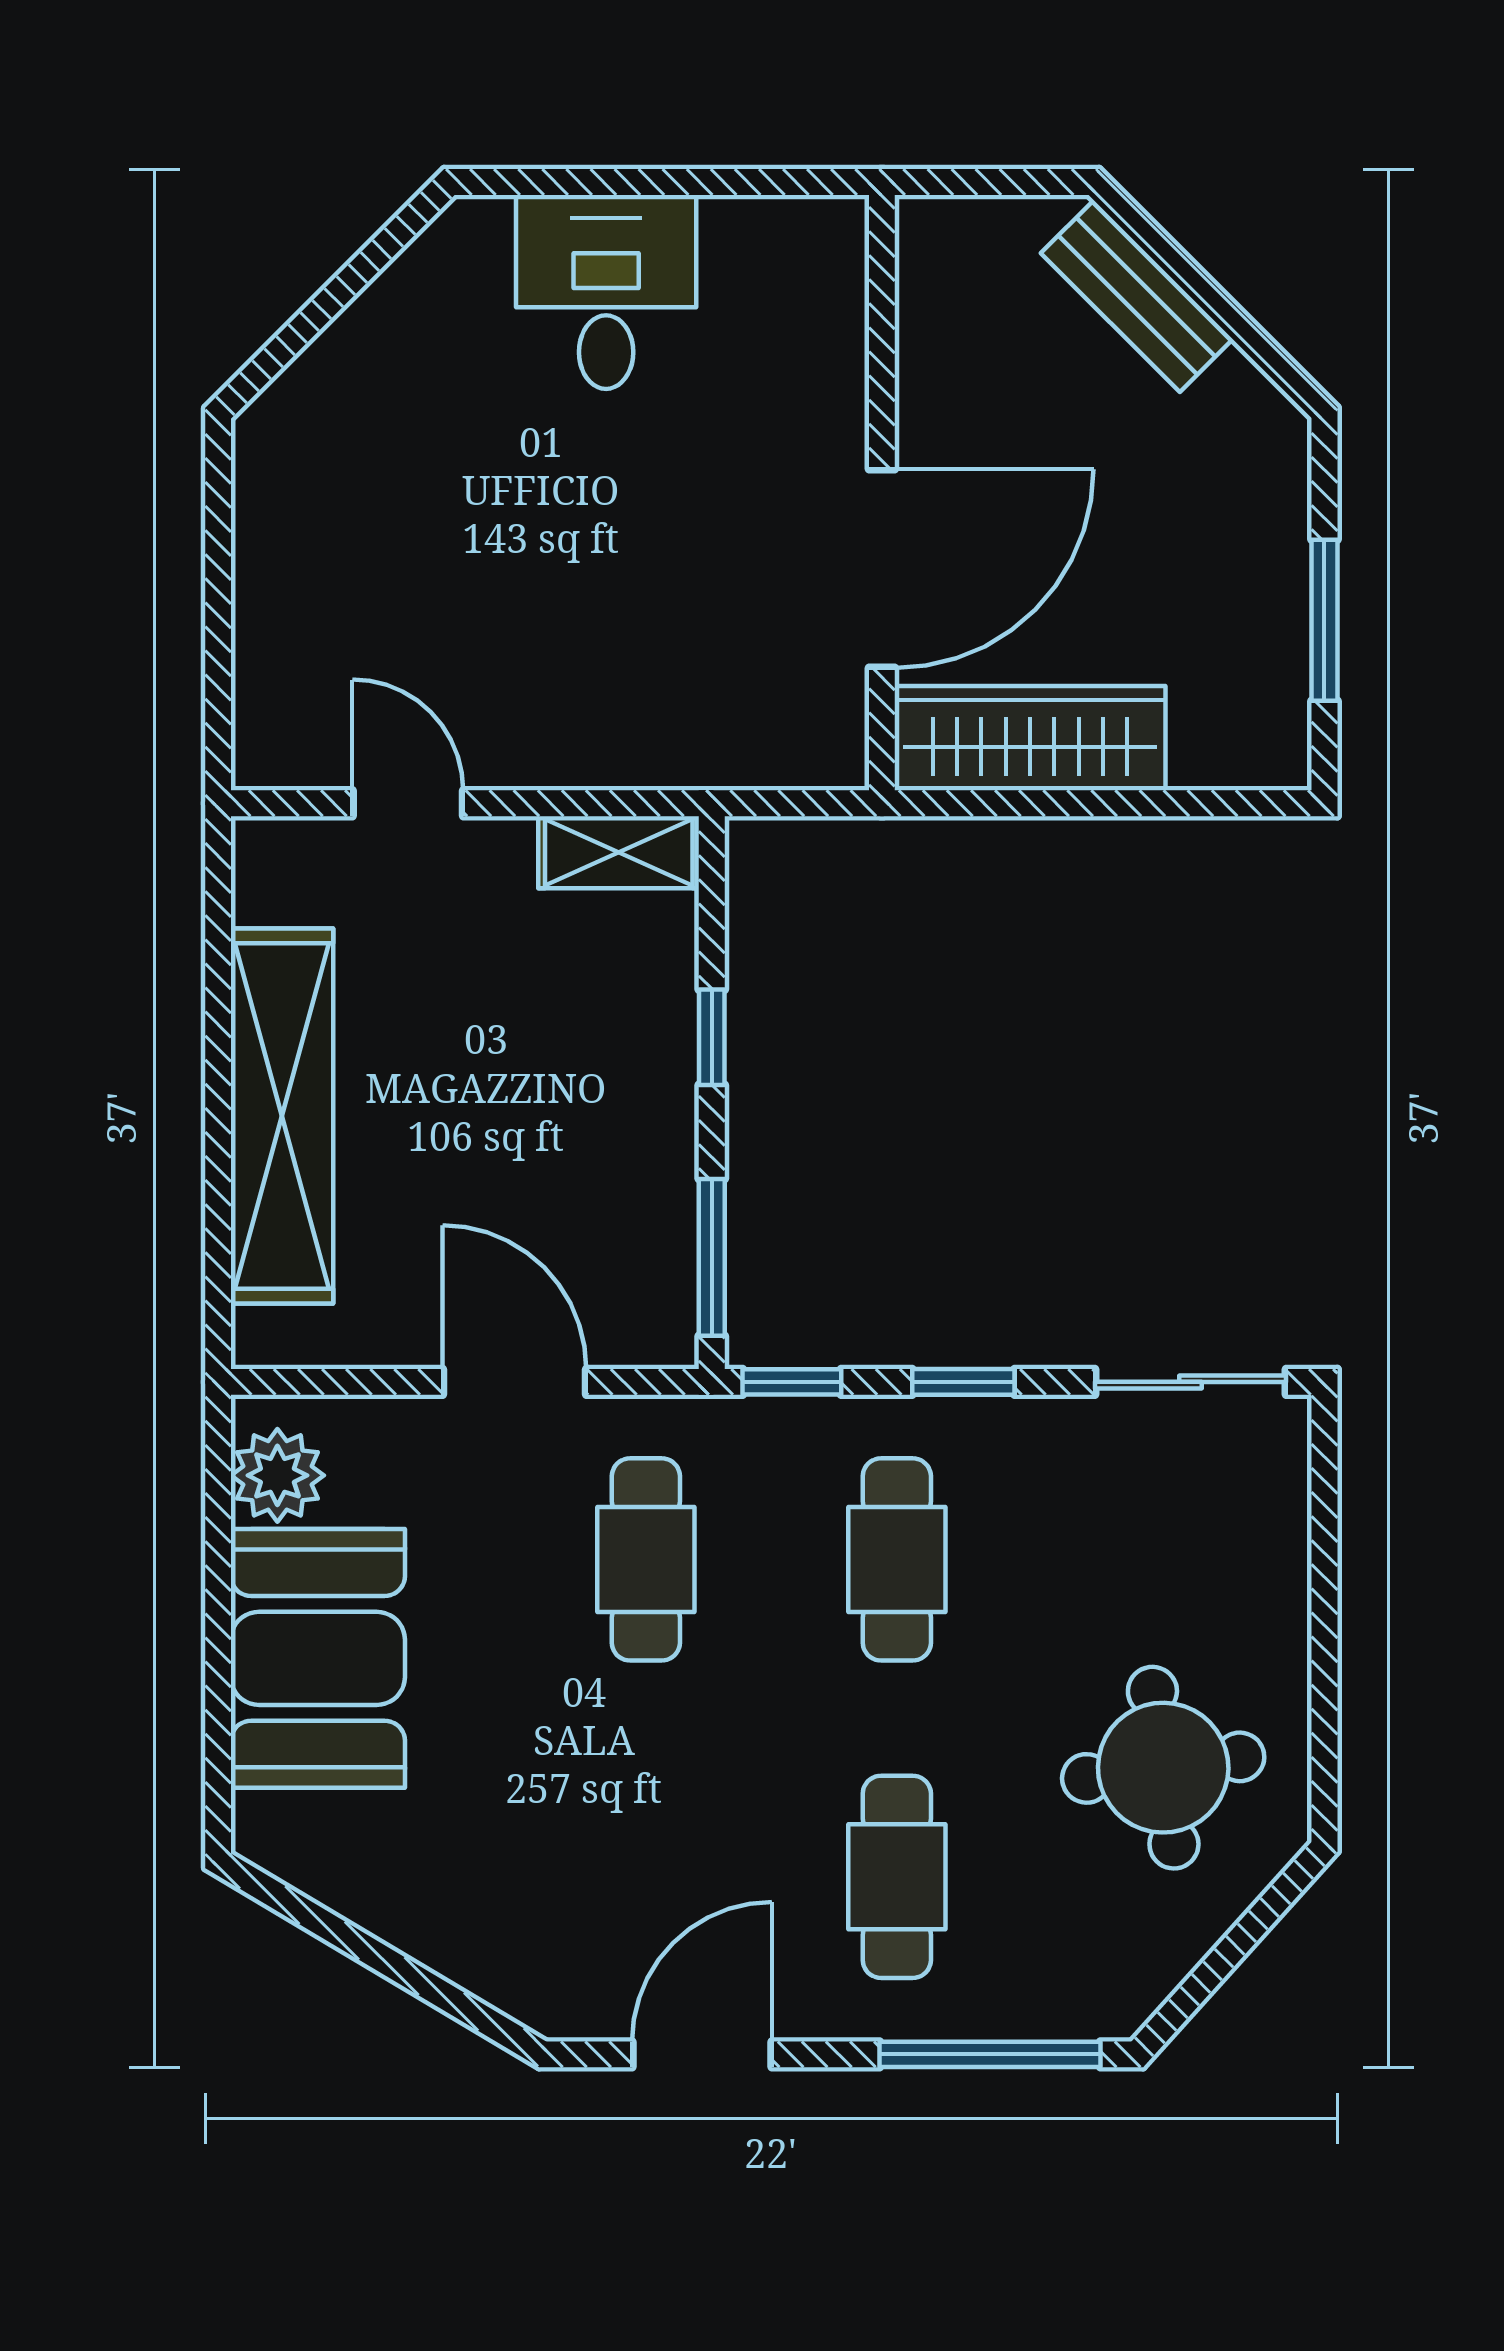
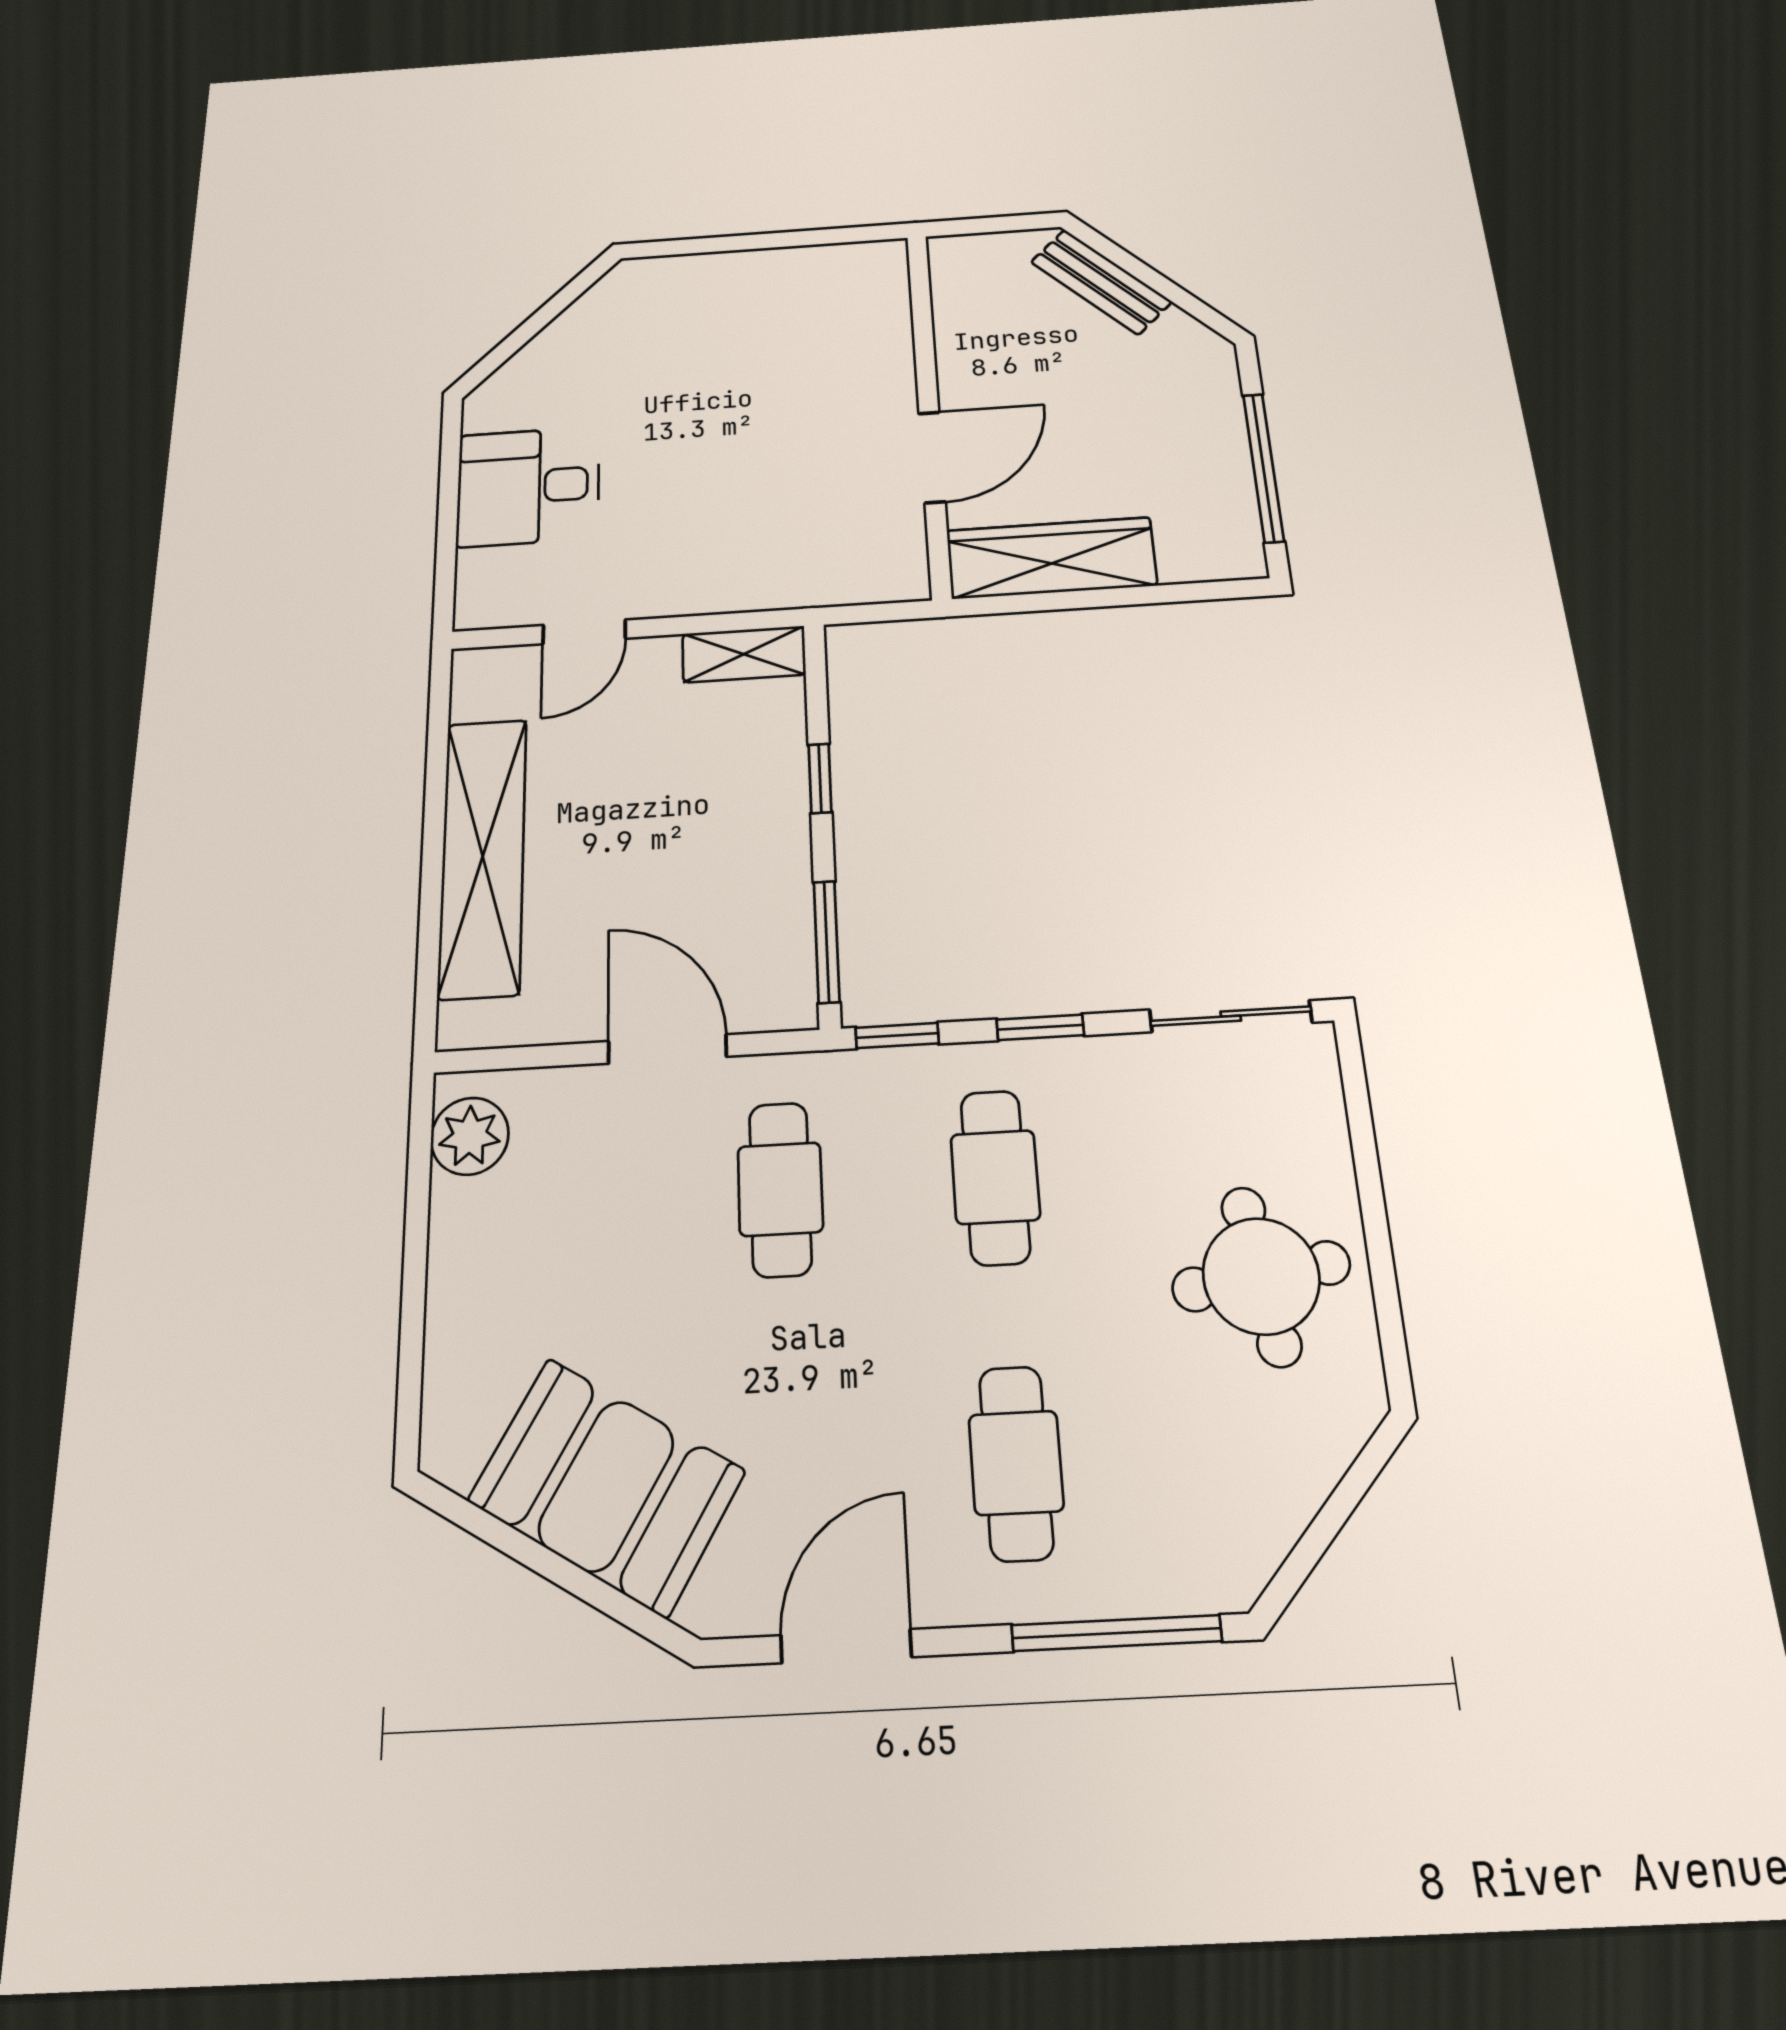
desk: (606, 292) -> (528, 487), moved, turned -90
door: (882, 568) -> (932, 457), width x0.73
window: (1324, 620) -> (1263, 467), width x1.44
door: (408, 803) -> (584, 632), swing flipped
booth: (318, 1658) -> (606, 1486), moved, turned -59
round table: (1163, 1768) -> (1261, 1276), moved

